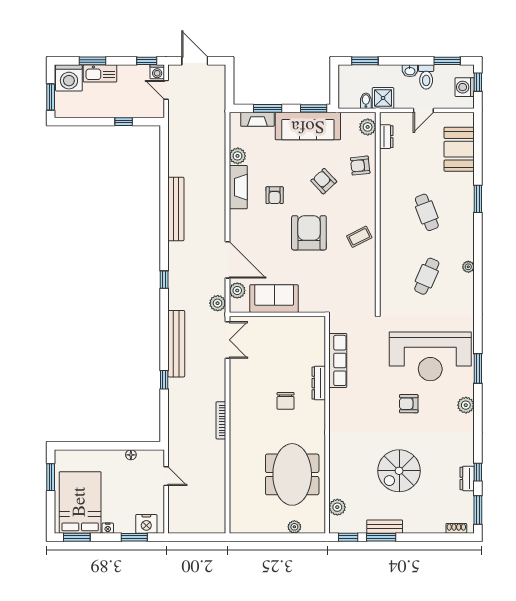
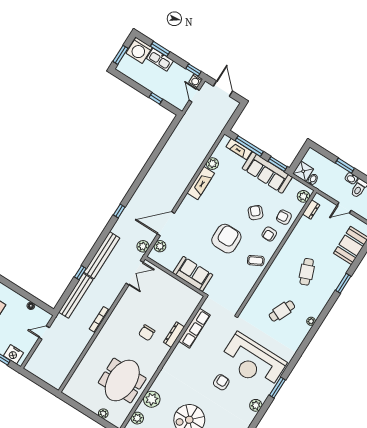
window: (365, 61) -> (345, 166), moved
shower: (383, 98) -> (303, 171), moved
window: (268, 108) -> (249, 146), width x1.44
armchair: (275, 195) -> (269, 234), moved
bench: (176, 209) -> (76, 296), moved
door: (227, 260) -> (166, 224), swing flipped
sofa: (274, 299) -> (193, 274), moved
armchair: (409, 404) -> (221, 382), turned 90
plant: (340, 475) -> (152, 399), added
door: (166, 476) -> (44, 333), swing flipped

